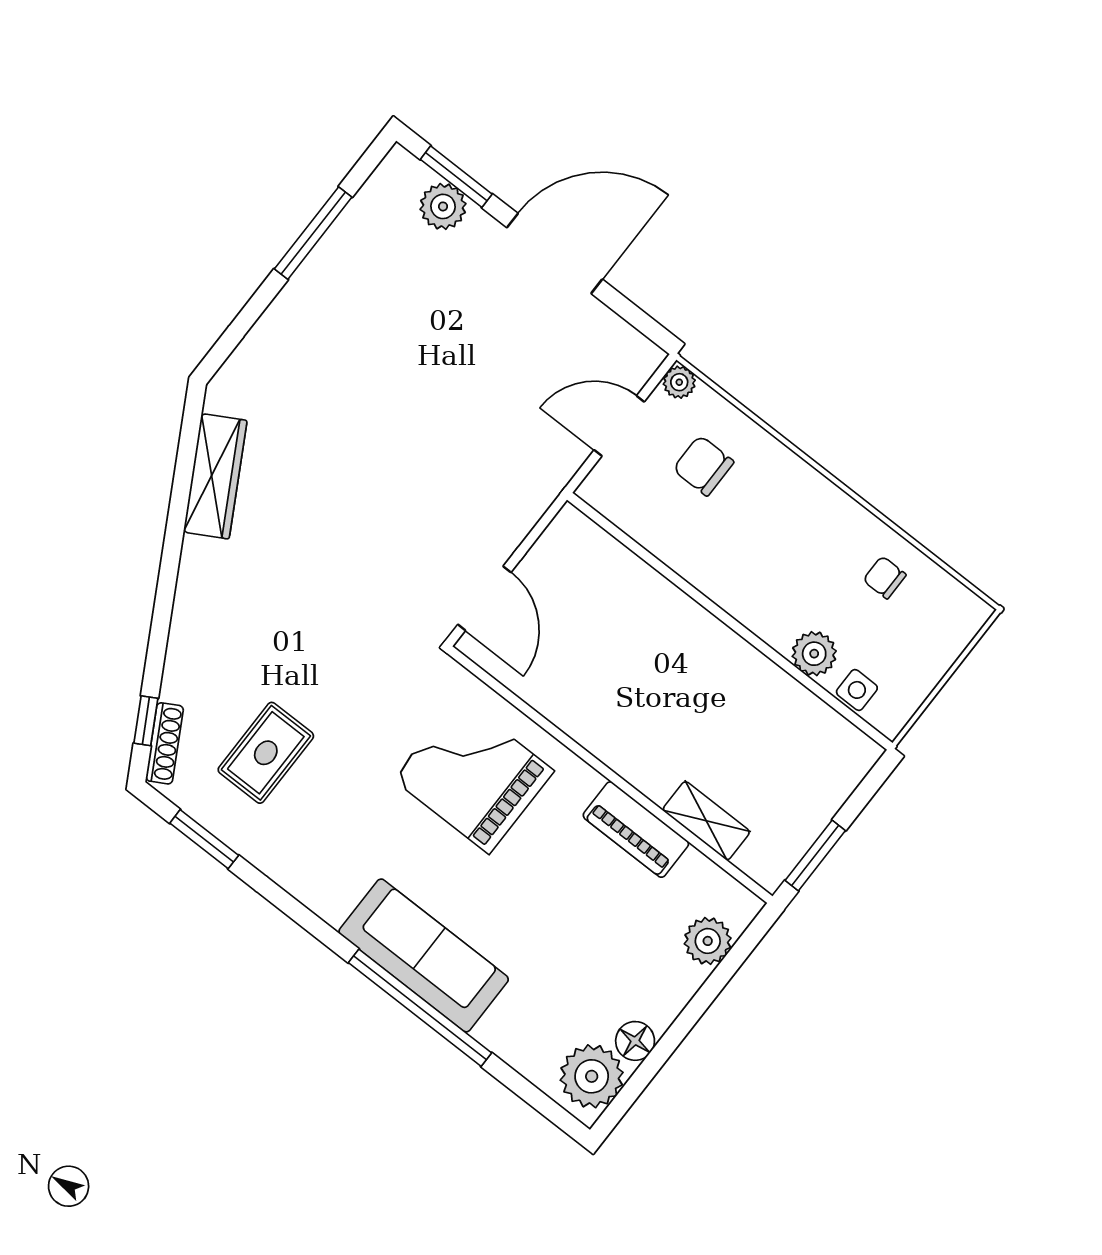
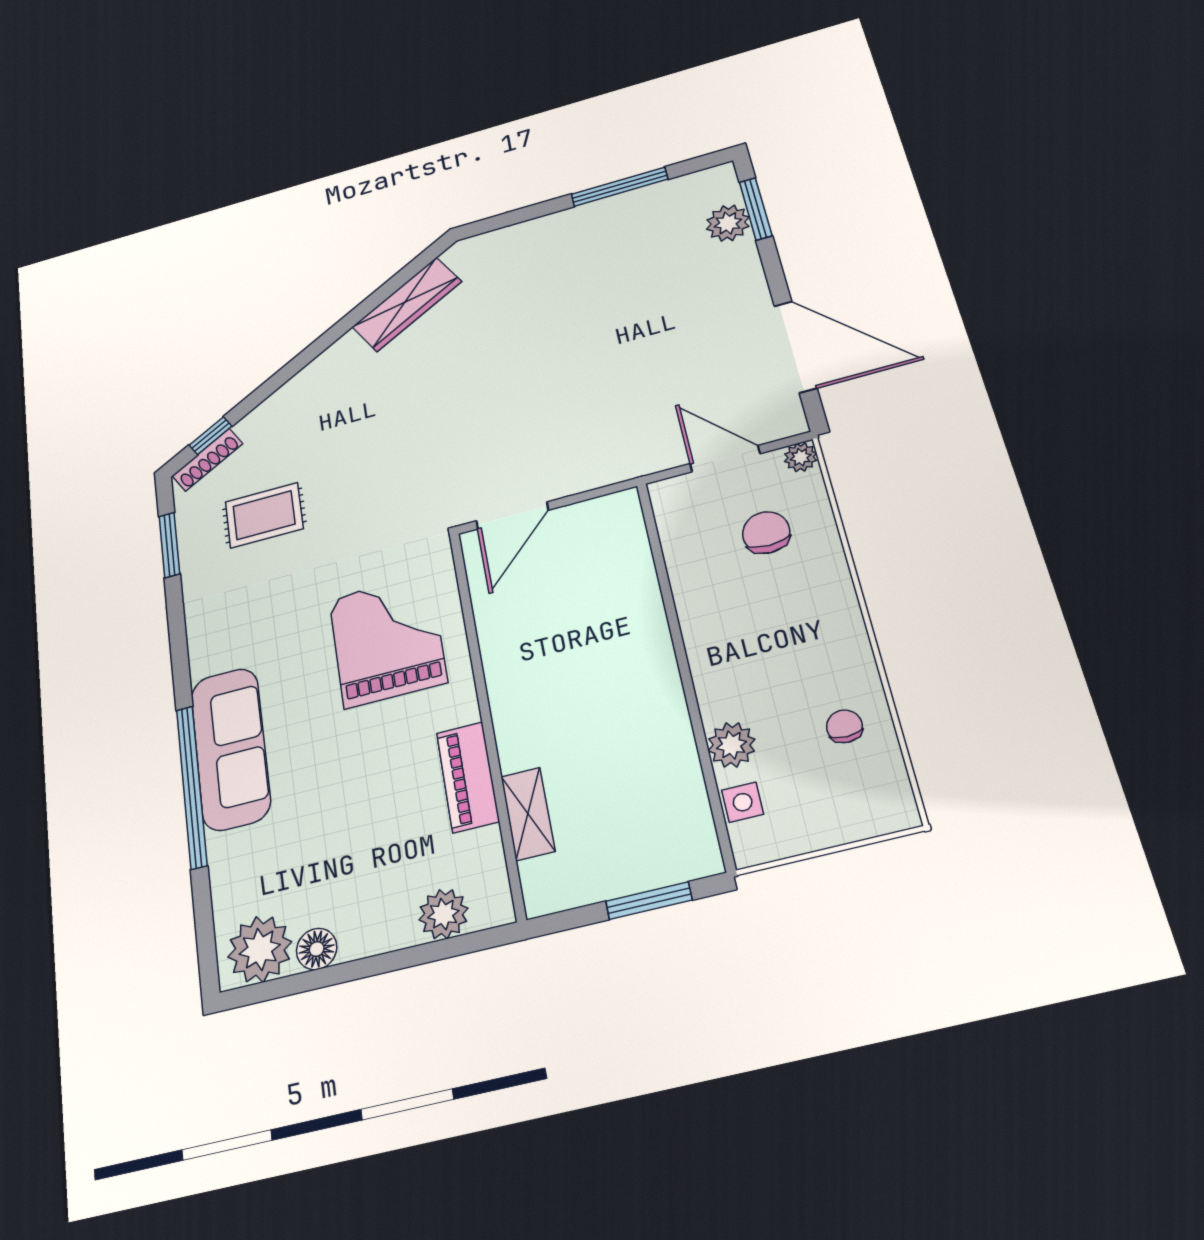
door: (555, 253) -> (795, 347), moved
window: (815, 856) -> (649, 901), moved

